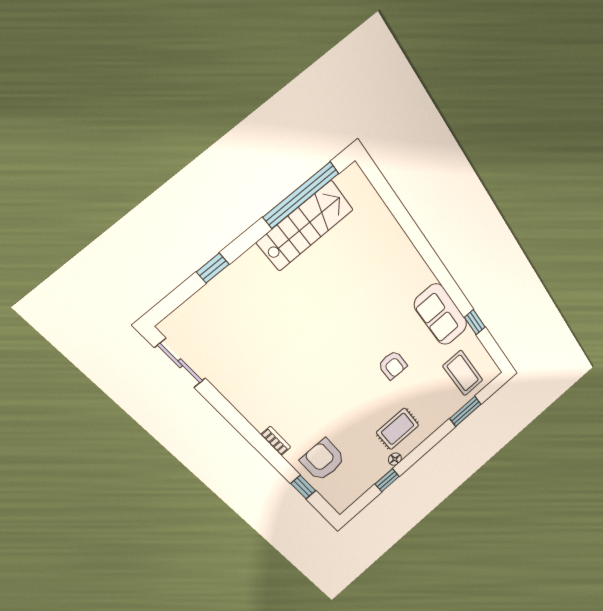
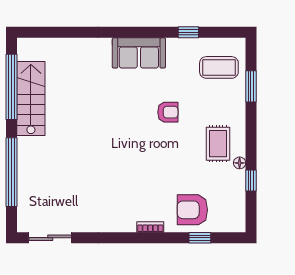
window: (213, 268) -> (12, 172), width x3.17
sofa: (441, 314) -> (139, 53), moved

